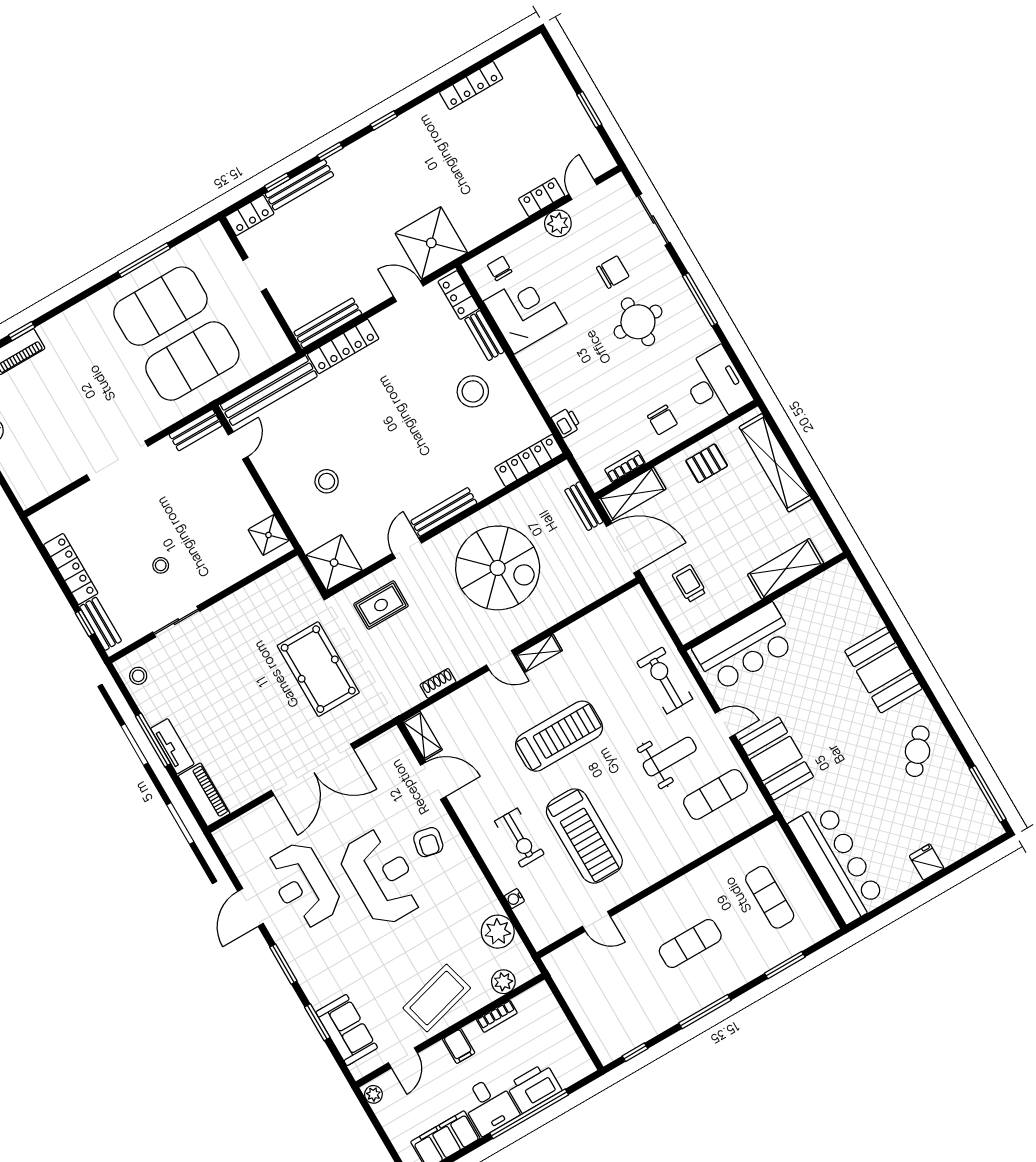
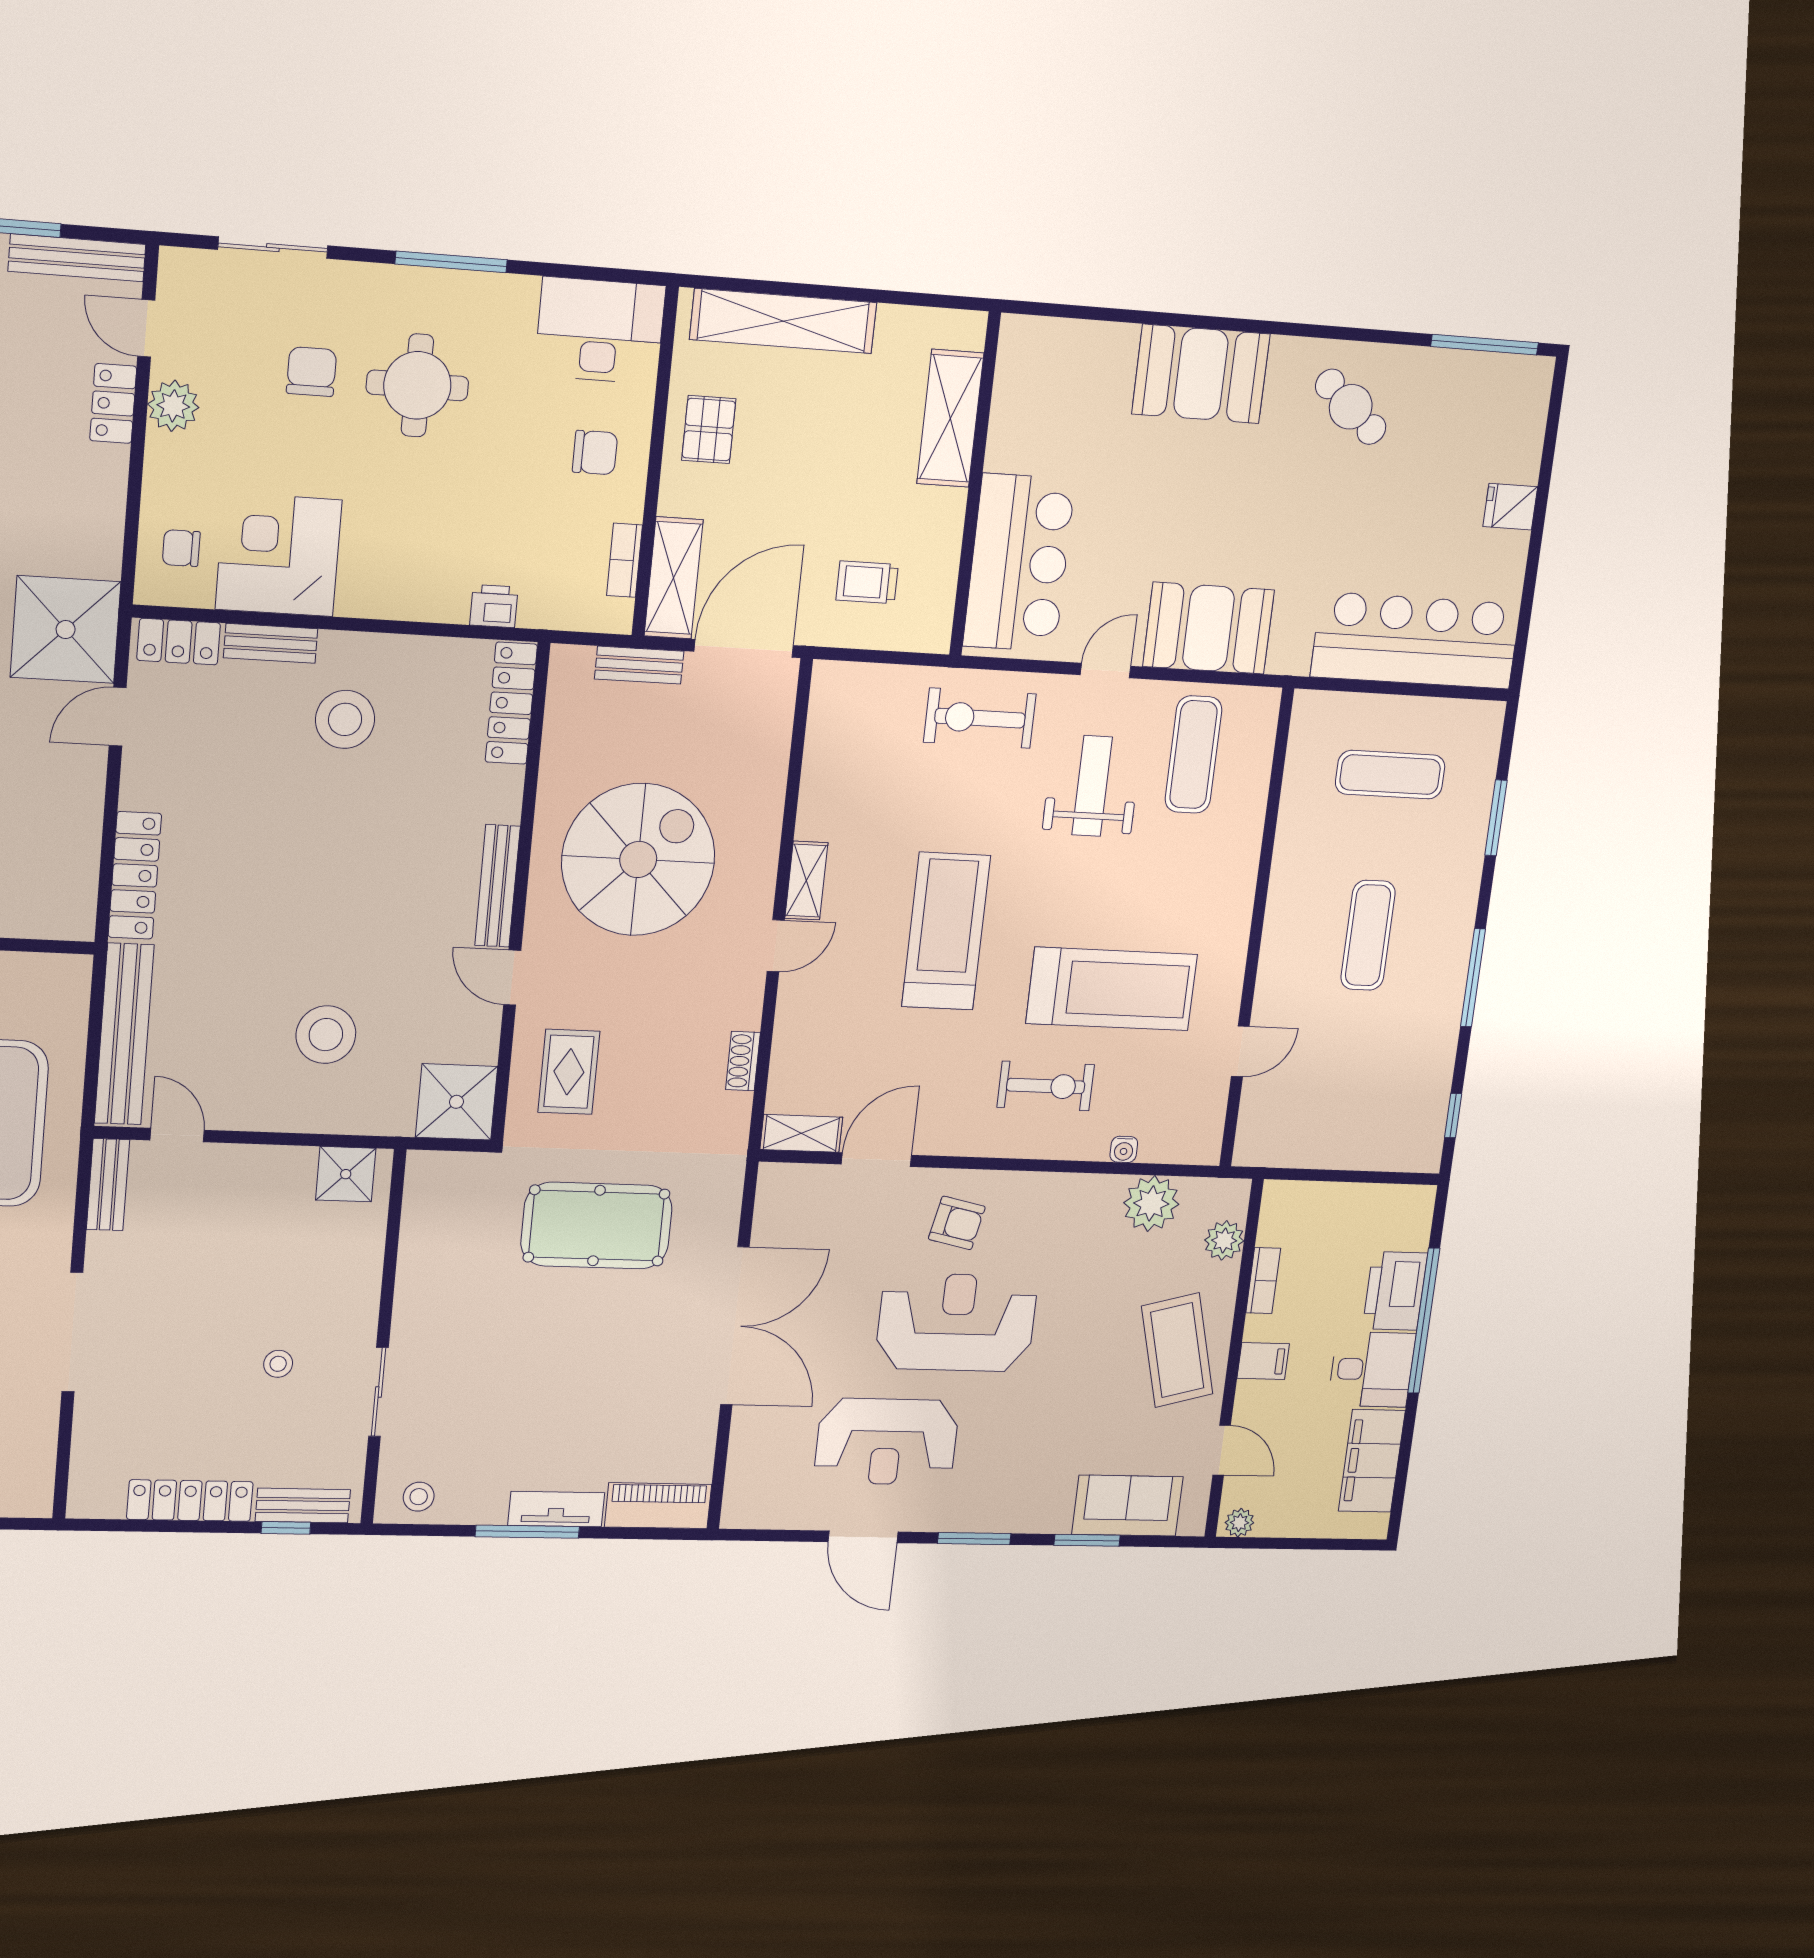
bench: (328, 323) -> (77, 258), moved, turned 90
stool: (327, 481) -> (326, 1035), width x1.38, depth x1.38

